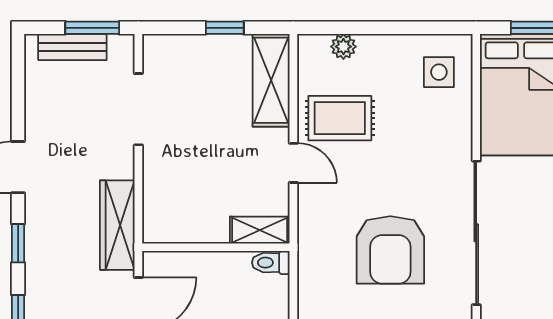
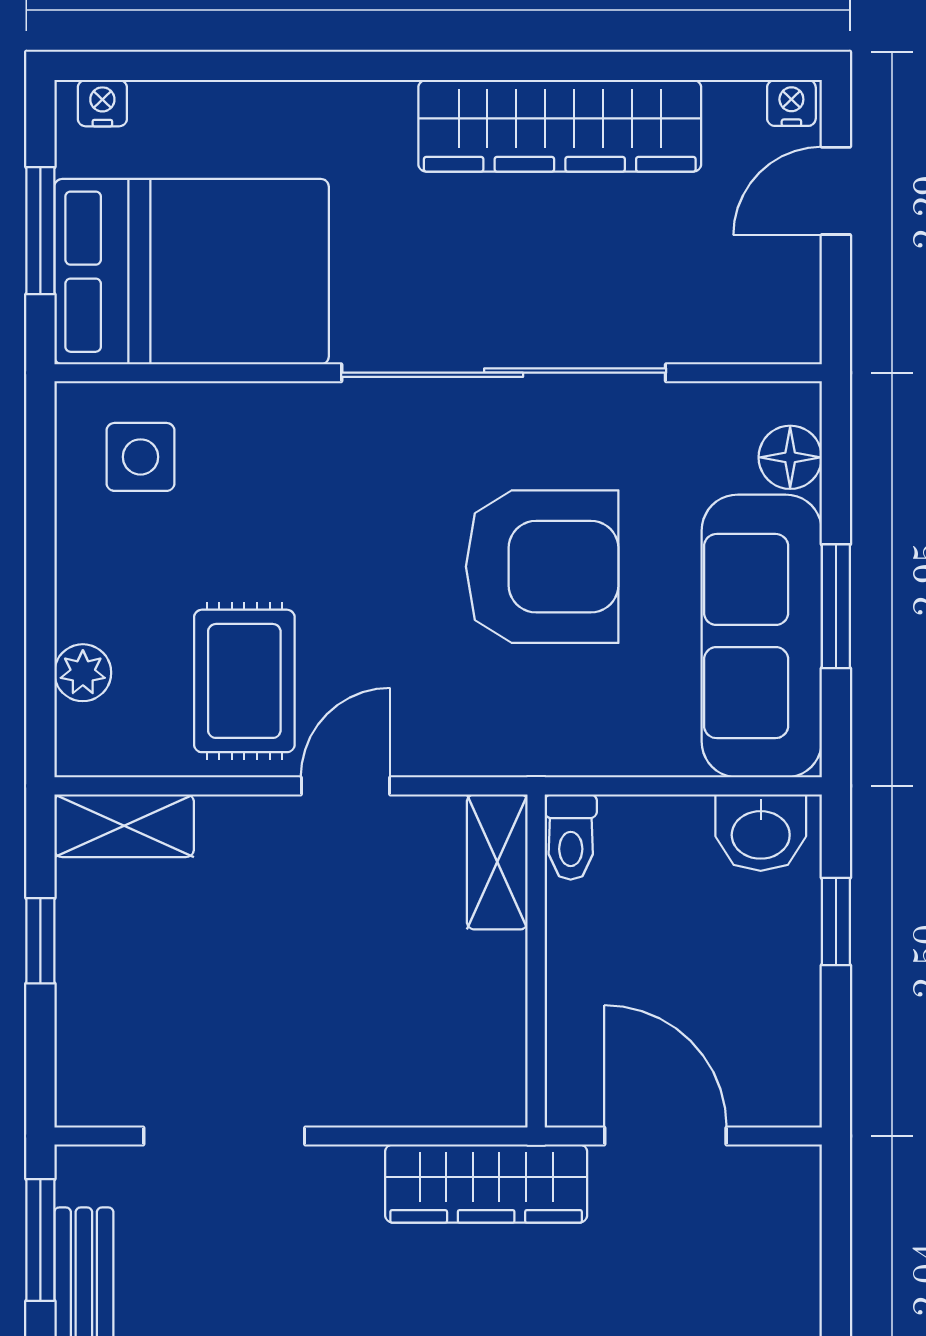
shelving: (271, 80) -> (124, 826), width x0.67, depth x0.75

